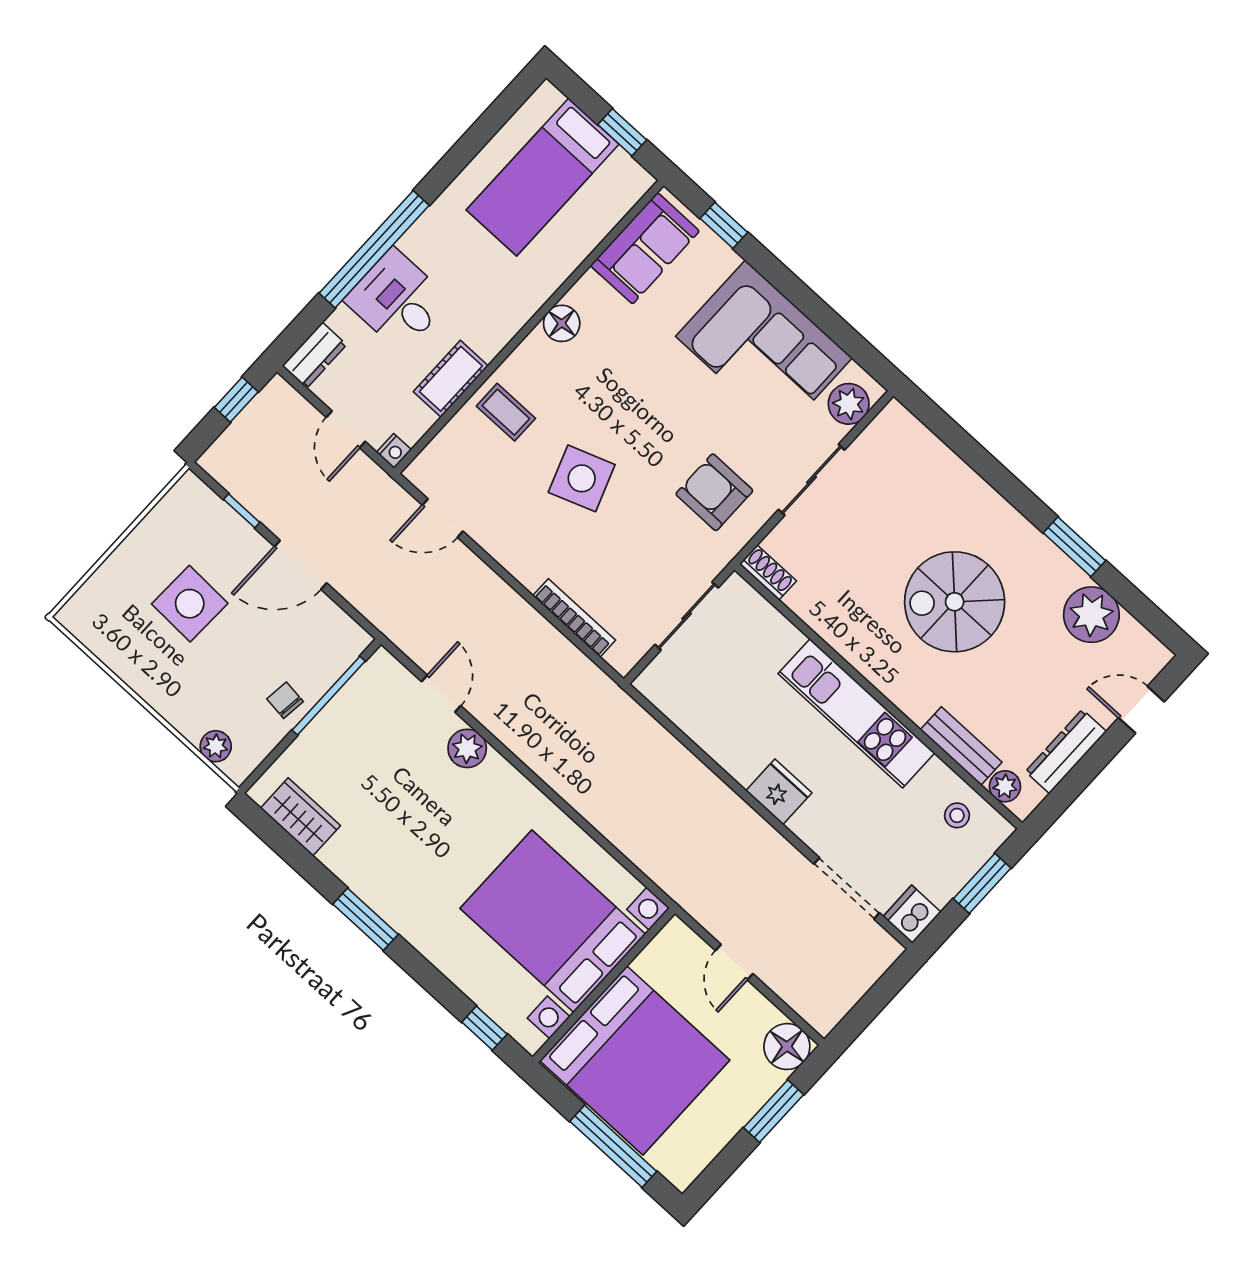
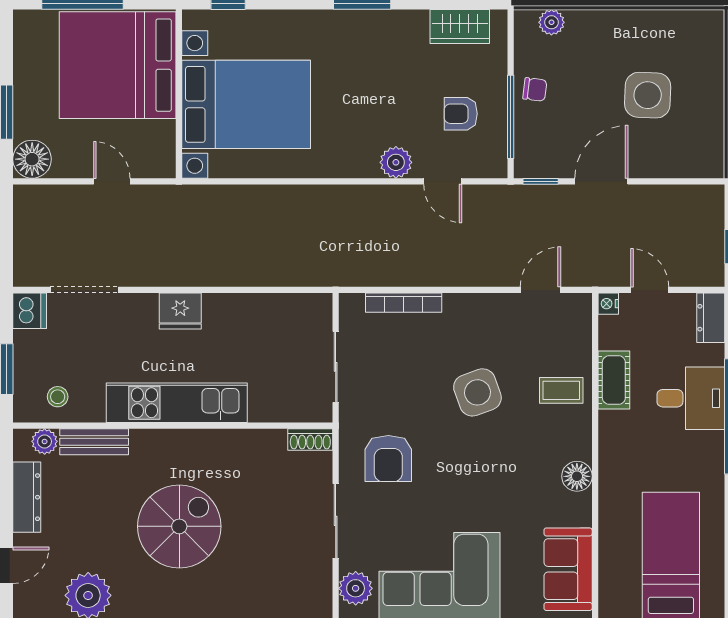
armchair: (714, 492) -> (388, 459), turned 90
window: (242, 511) -> (541, 181), moved
armchair: (370, 739) -> (461, 114), added

